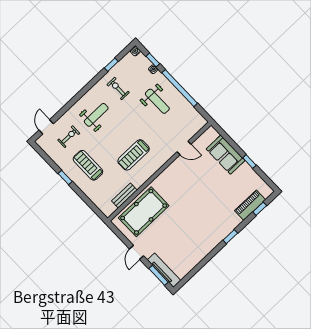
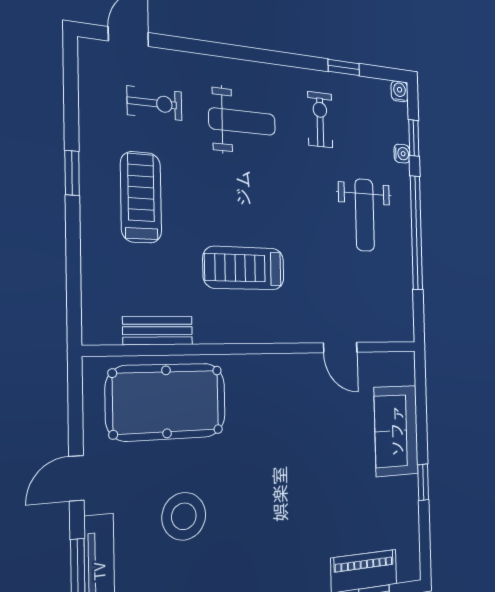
stool: (176, 237) -> (184, 516), added

